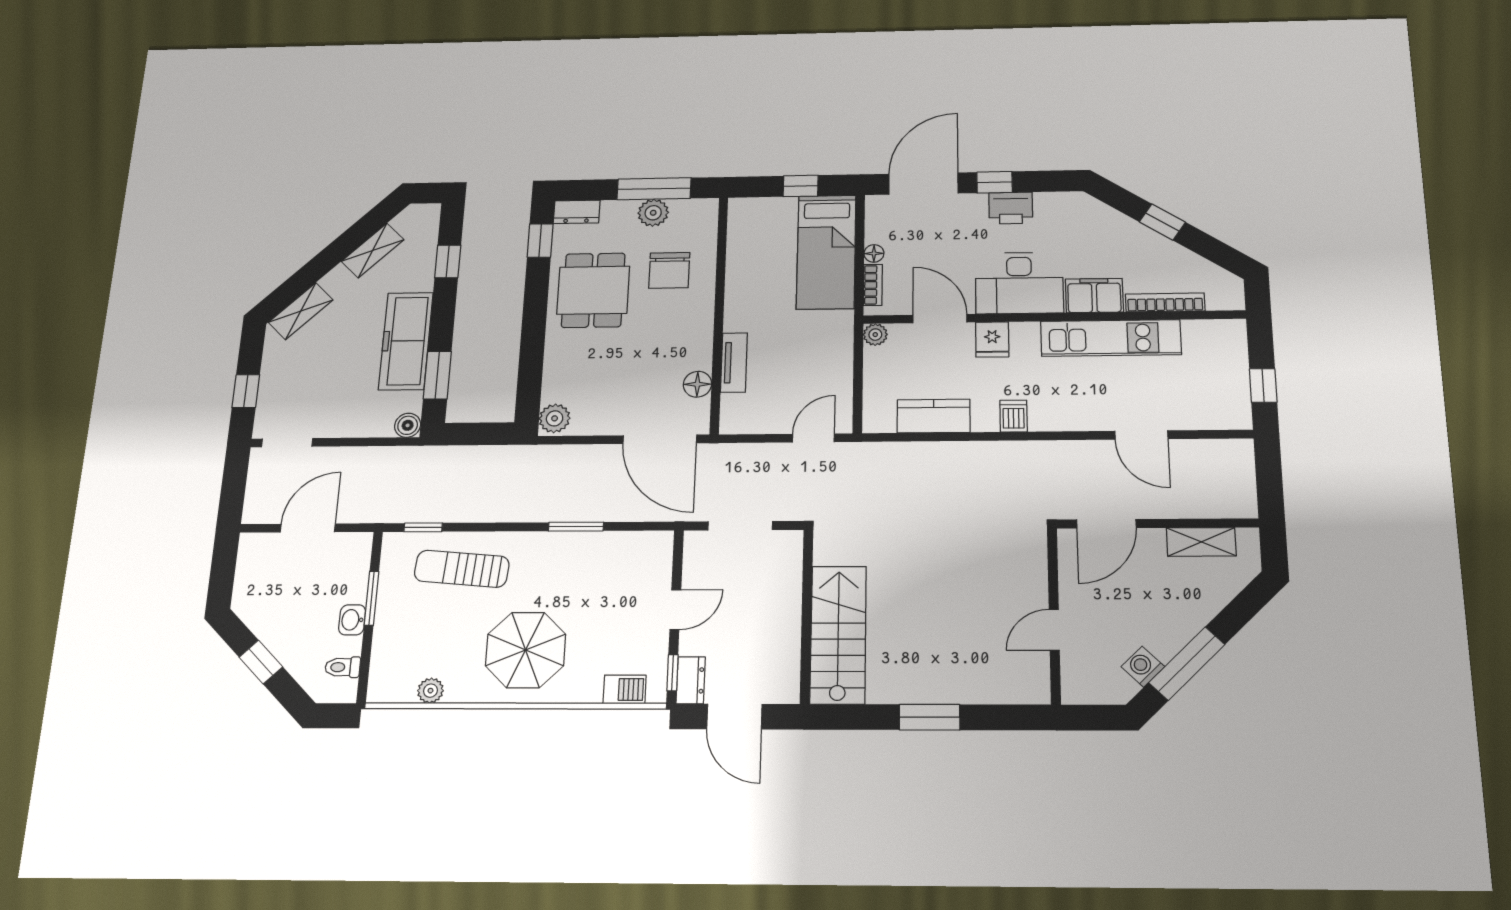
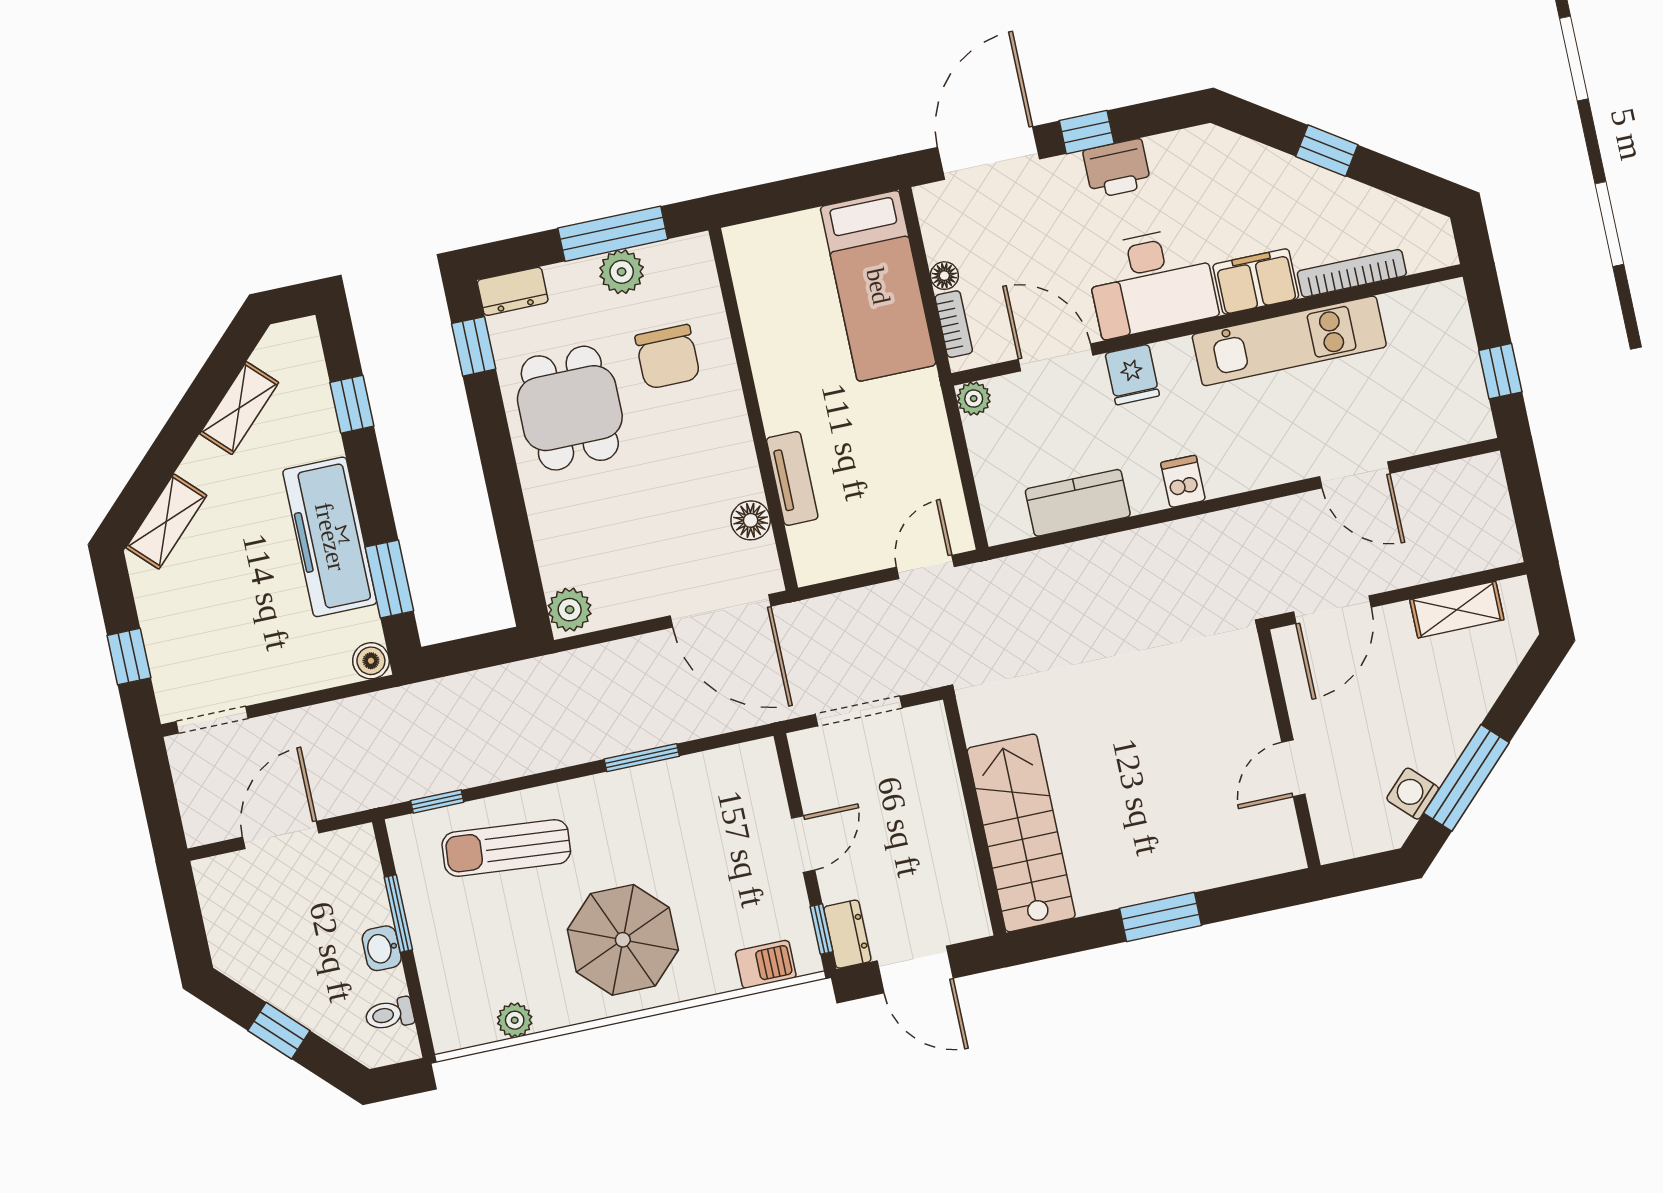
window: (801, 186) -> (818, 190), removed

